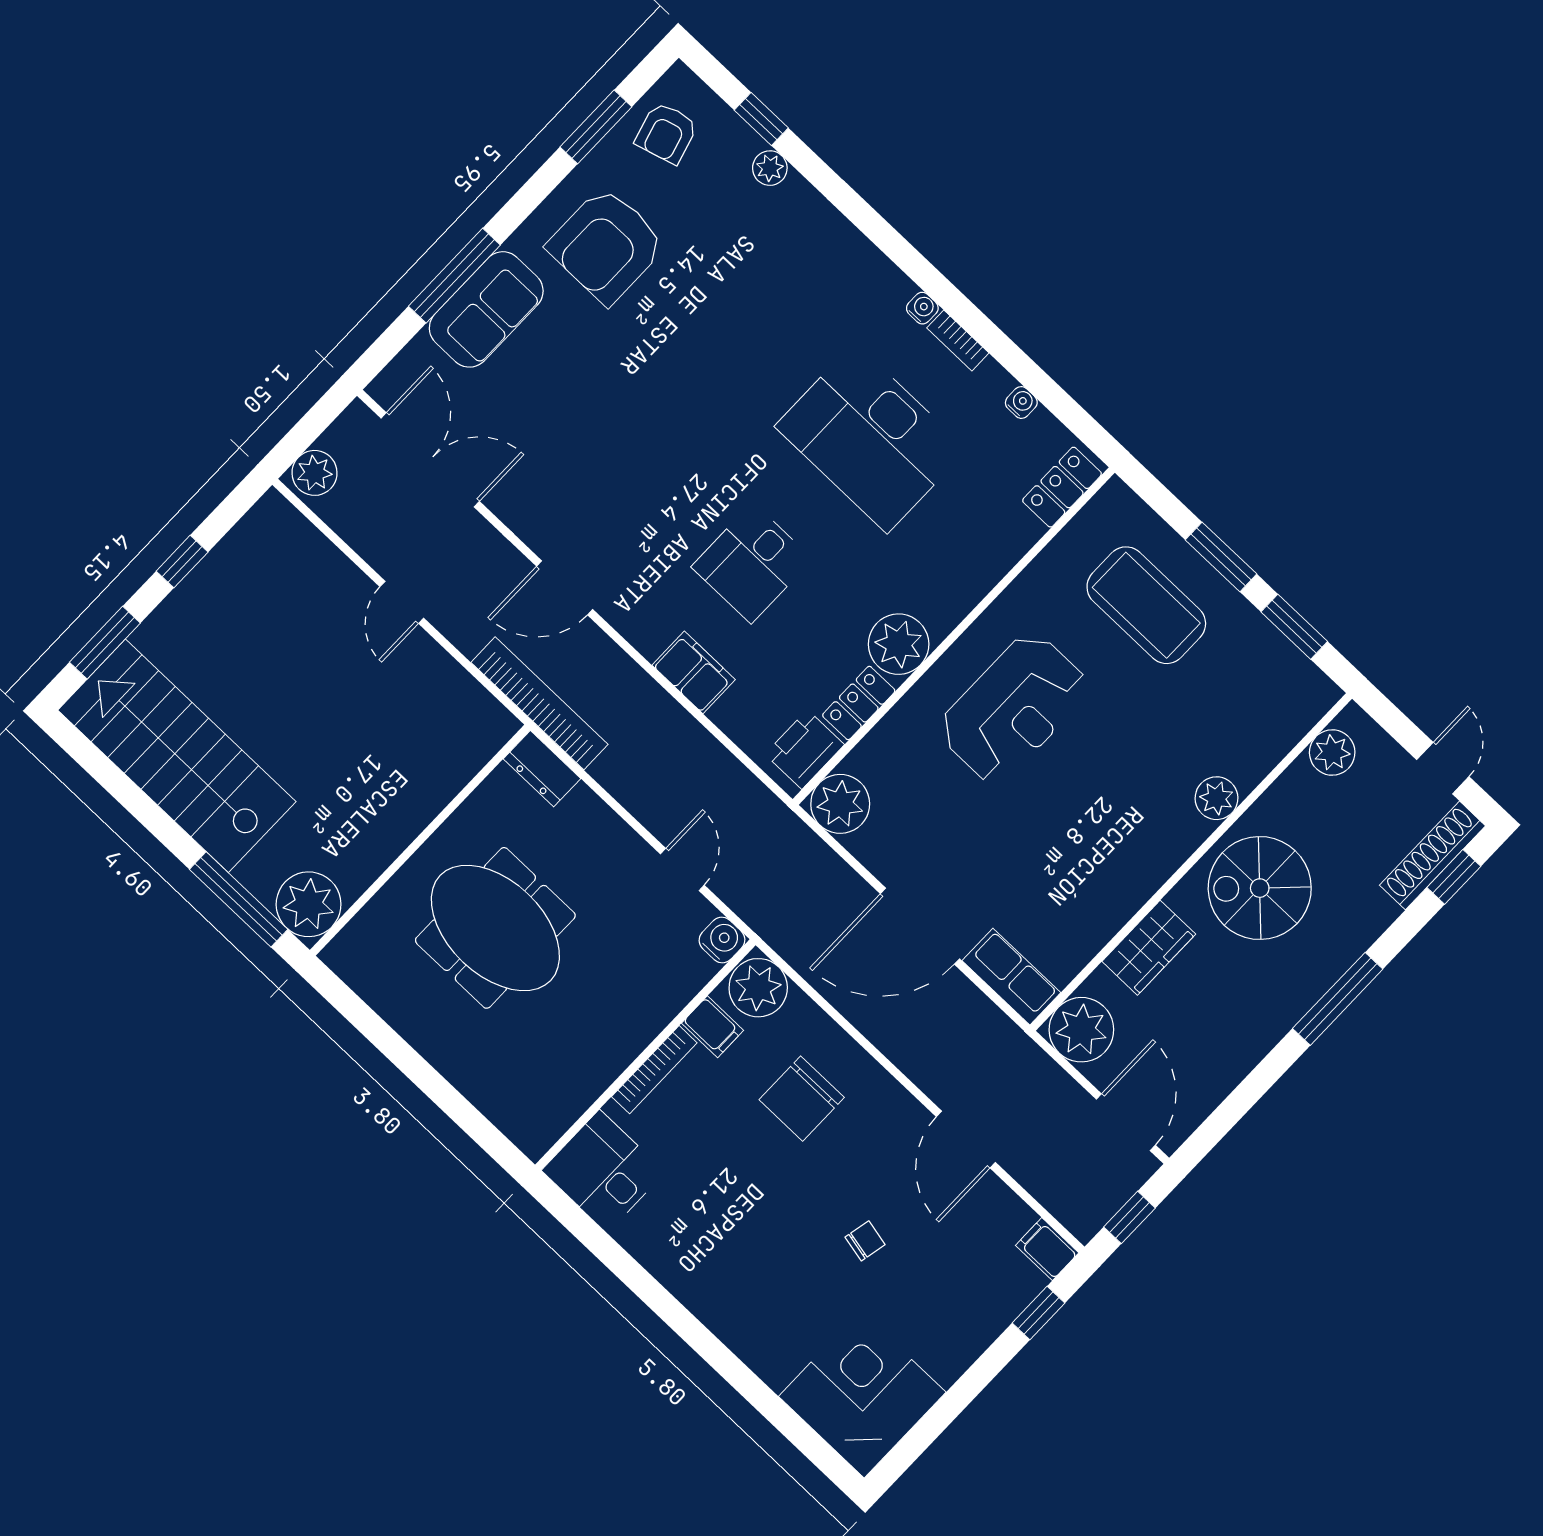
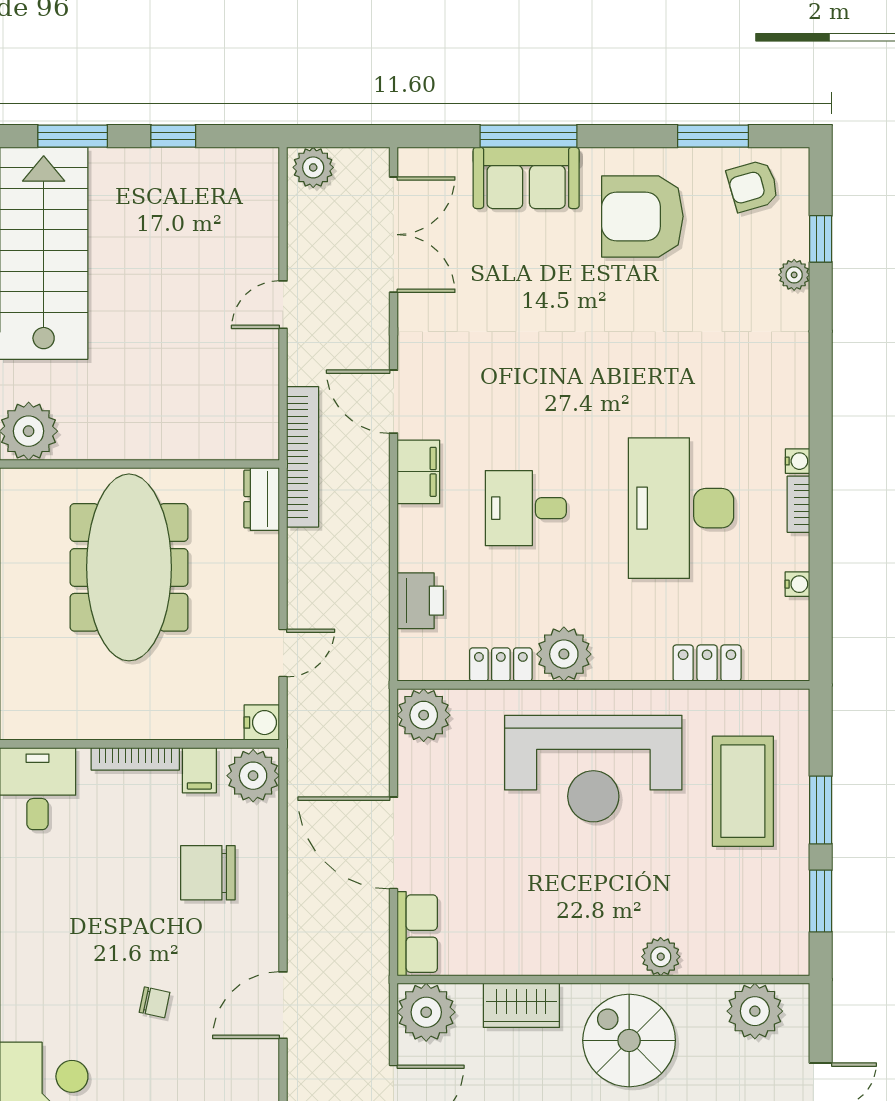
locker: (1062, 487) -> (707, 663), moved
filing cabinet: (694, 672) -> (418, 472), moved
reception desk: (1013, 708) -> (593, 769), width x1.36, depth x1.30
printer: (805, 749) -> (420, 601), moved, turned 90
plant: (1332, 752) -> (755, 1011), width x1.36, depth x1.36
meeting table: (495, 928) -> (129, 567), width x1.36

